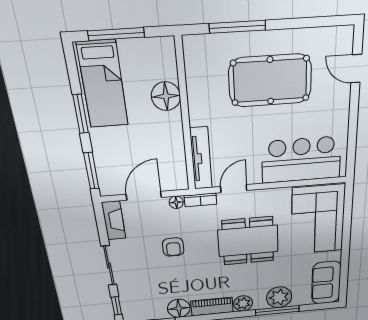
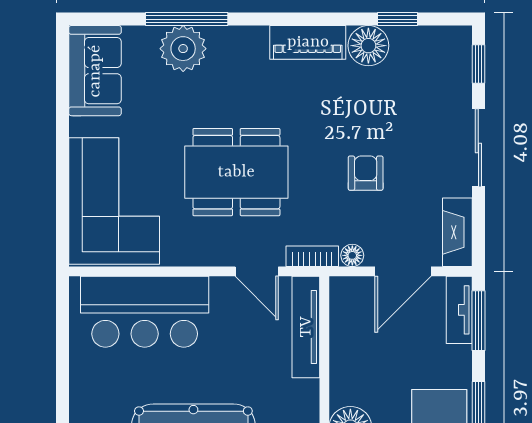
tv unit: (105, 176) -> (459, 310), added
door: (234, 189) -> (257, 271), hinge flipped
plant: (243, 303) -> (250, 43), removed

